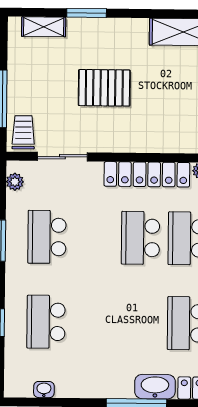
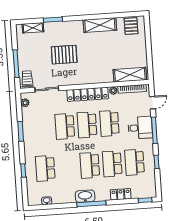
school desk: (47, 237) -> (65, 126), moved
school desk: (140, 323) -> (90, 165), added
washbasin: (155, 387) -> (85, 196), moved

